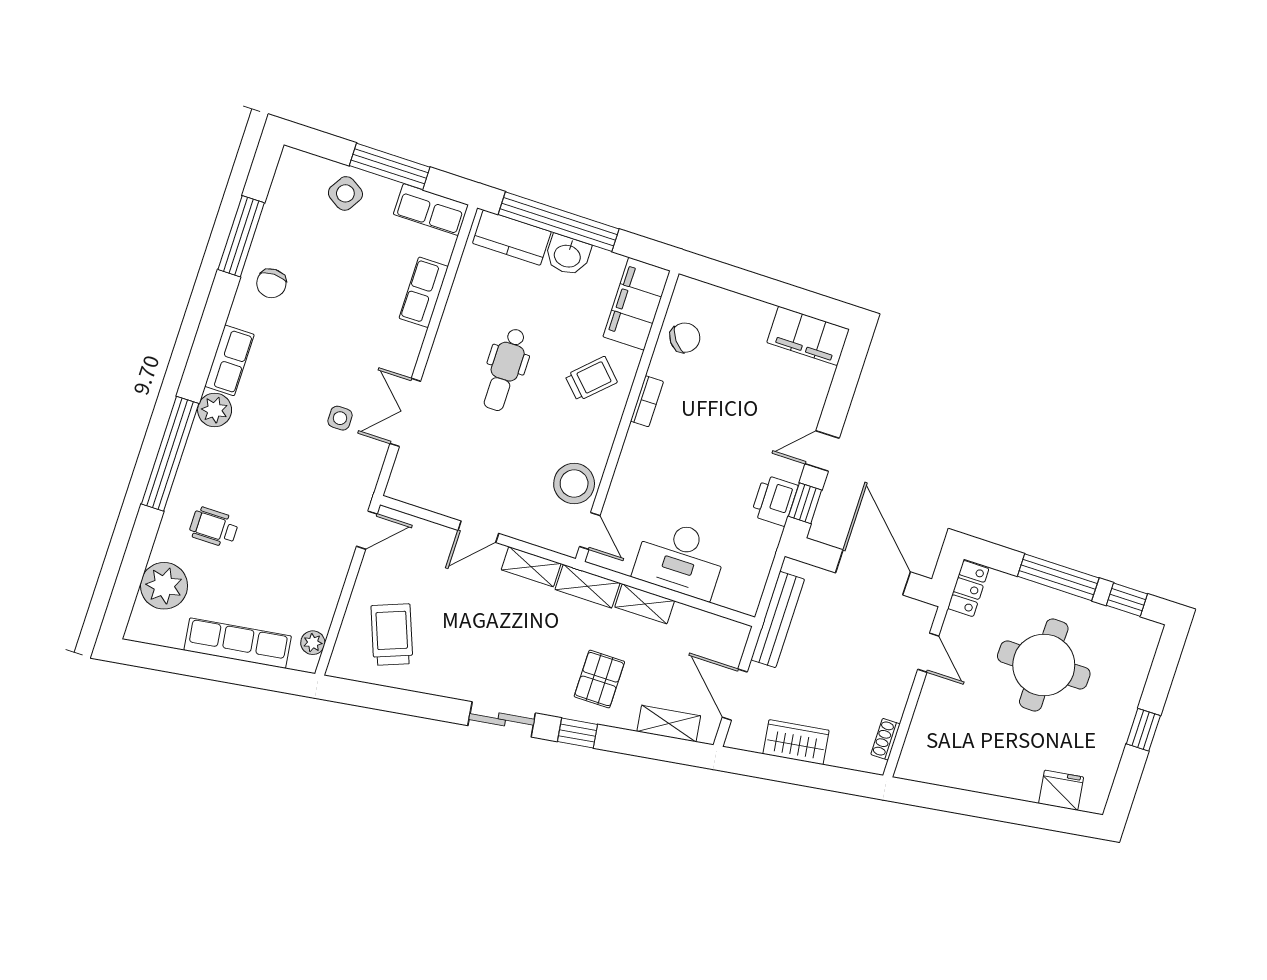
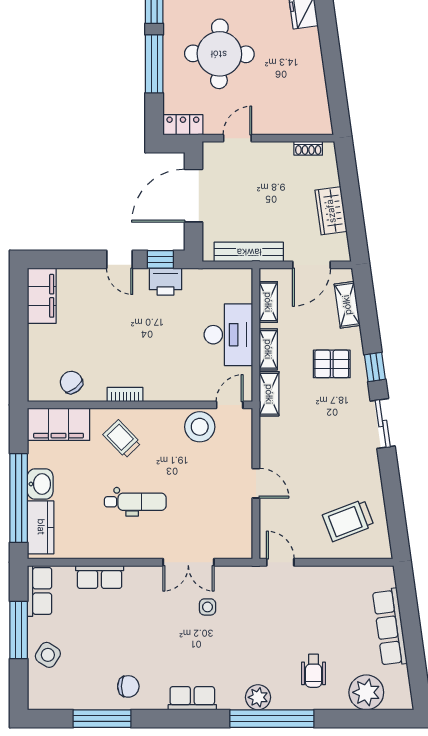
plant: (215, 410) -> (258, 697), moved
shelving: (531, 567) -> (268, 302), moved
plant: (313, 643) -> (372, 574), removed

